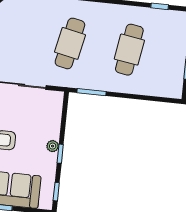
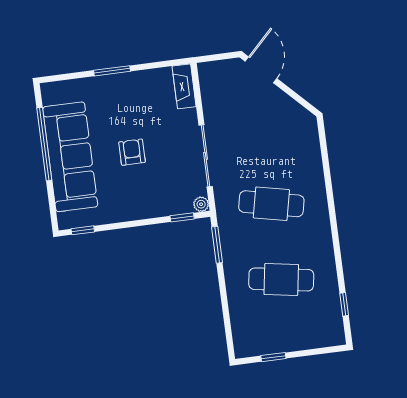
plant: (53, 146) -> (201, 204), moved
window: (60, 154) -> (182, 217), moved

